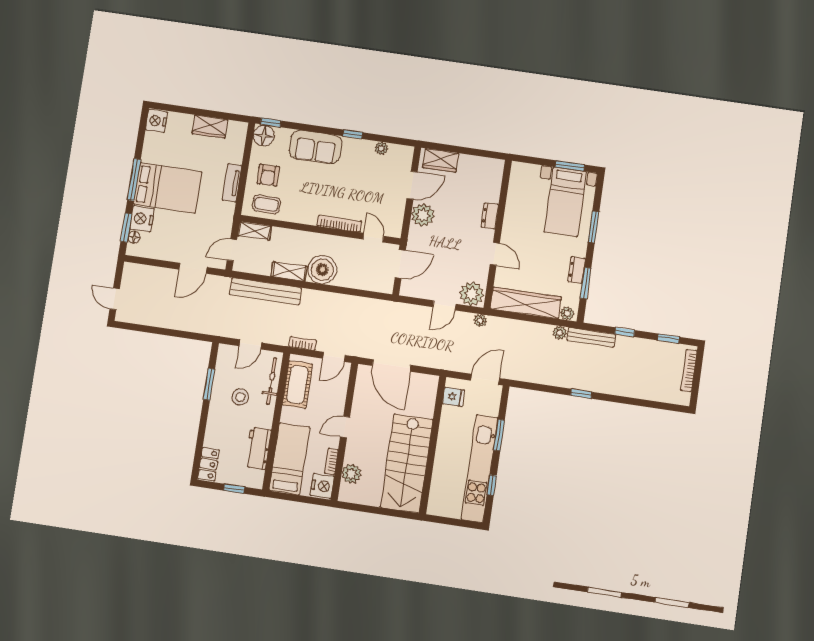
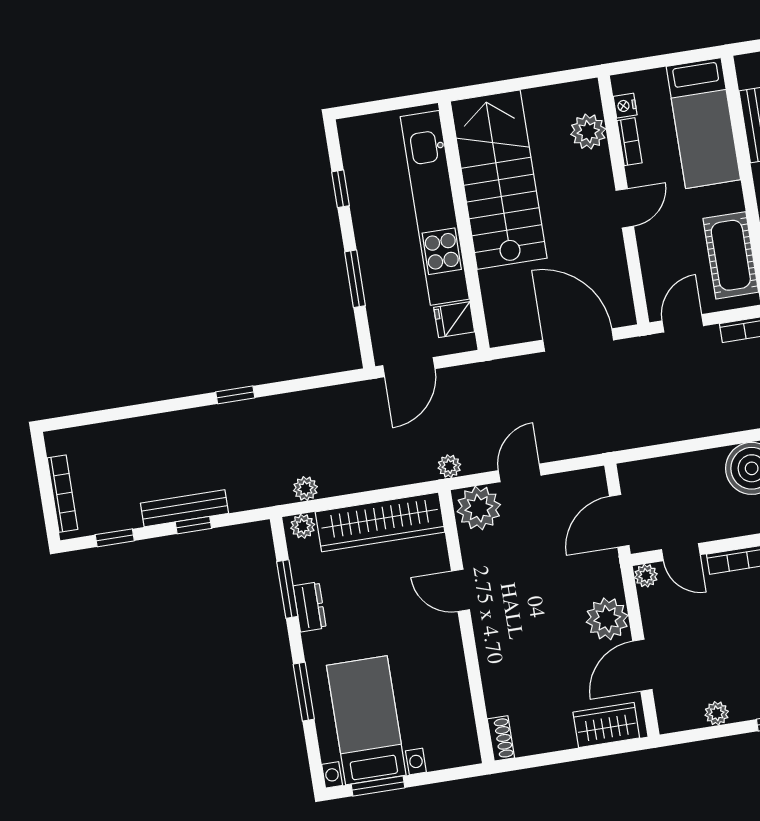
shoe rack: (498, 170) -> (501, 738), added
dresser: (490, 216) -> (490, 654), removed
plant: (395, 231) -> (646, 576), added
bench: (591, 337) -> (184, 508), moved
kitchen unit: (480, 469) -> (435, 208), moved, turned 180
nightstand: (322, 486) -> (625, 106), width x0.53, depth x0.56

